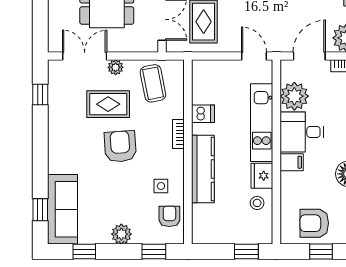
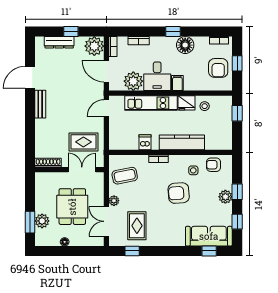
rug: (108, 104) -> (137, 226), moved
armchair: (120, 146) -> (179, 193), moved
window: (154, 252) -> (237, 192), moved

